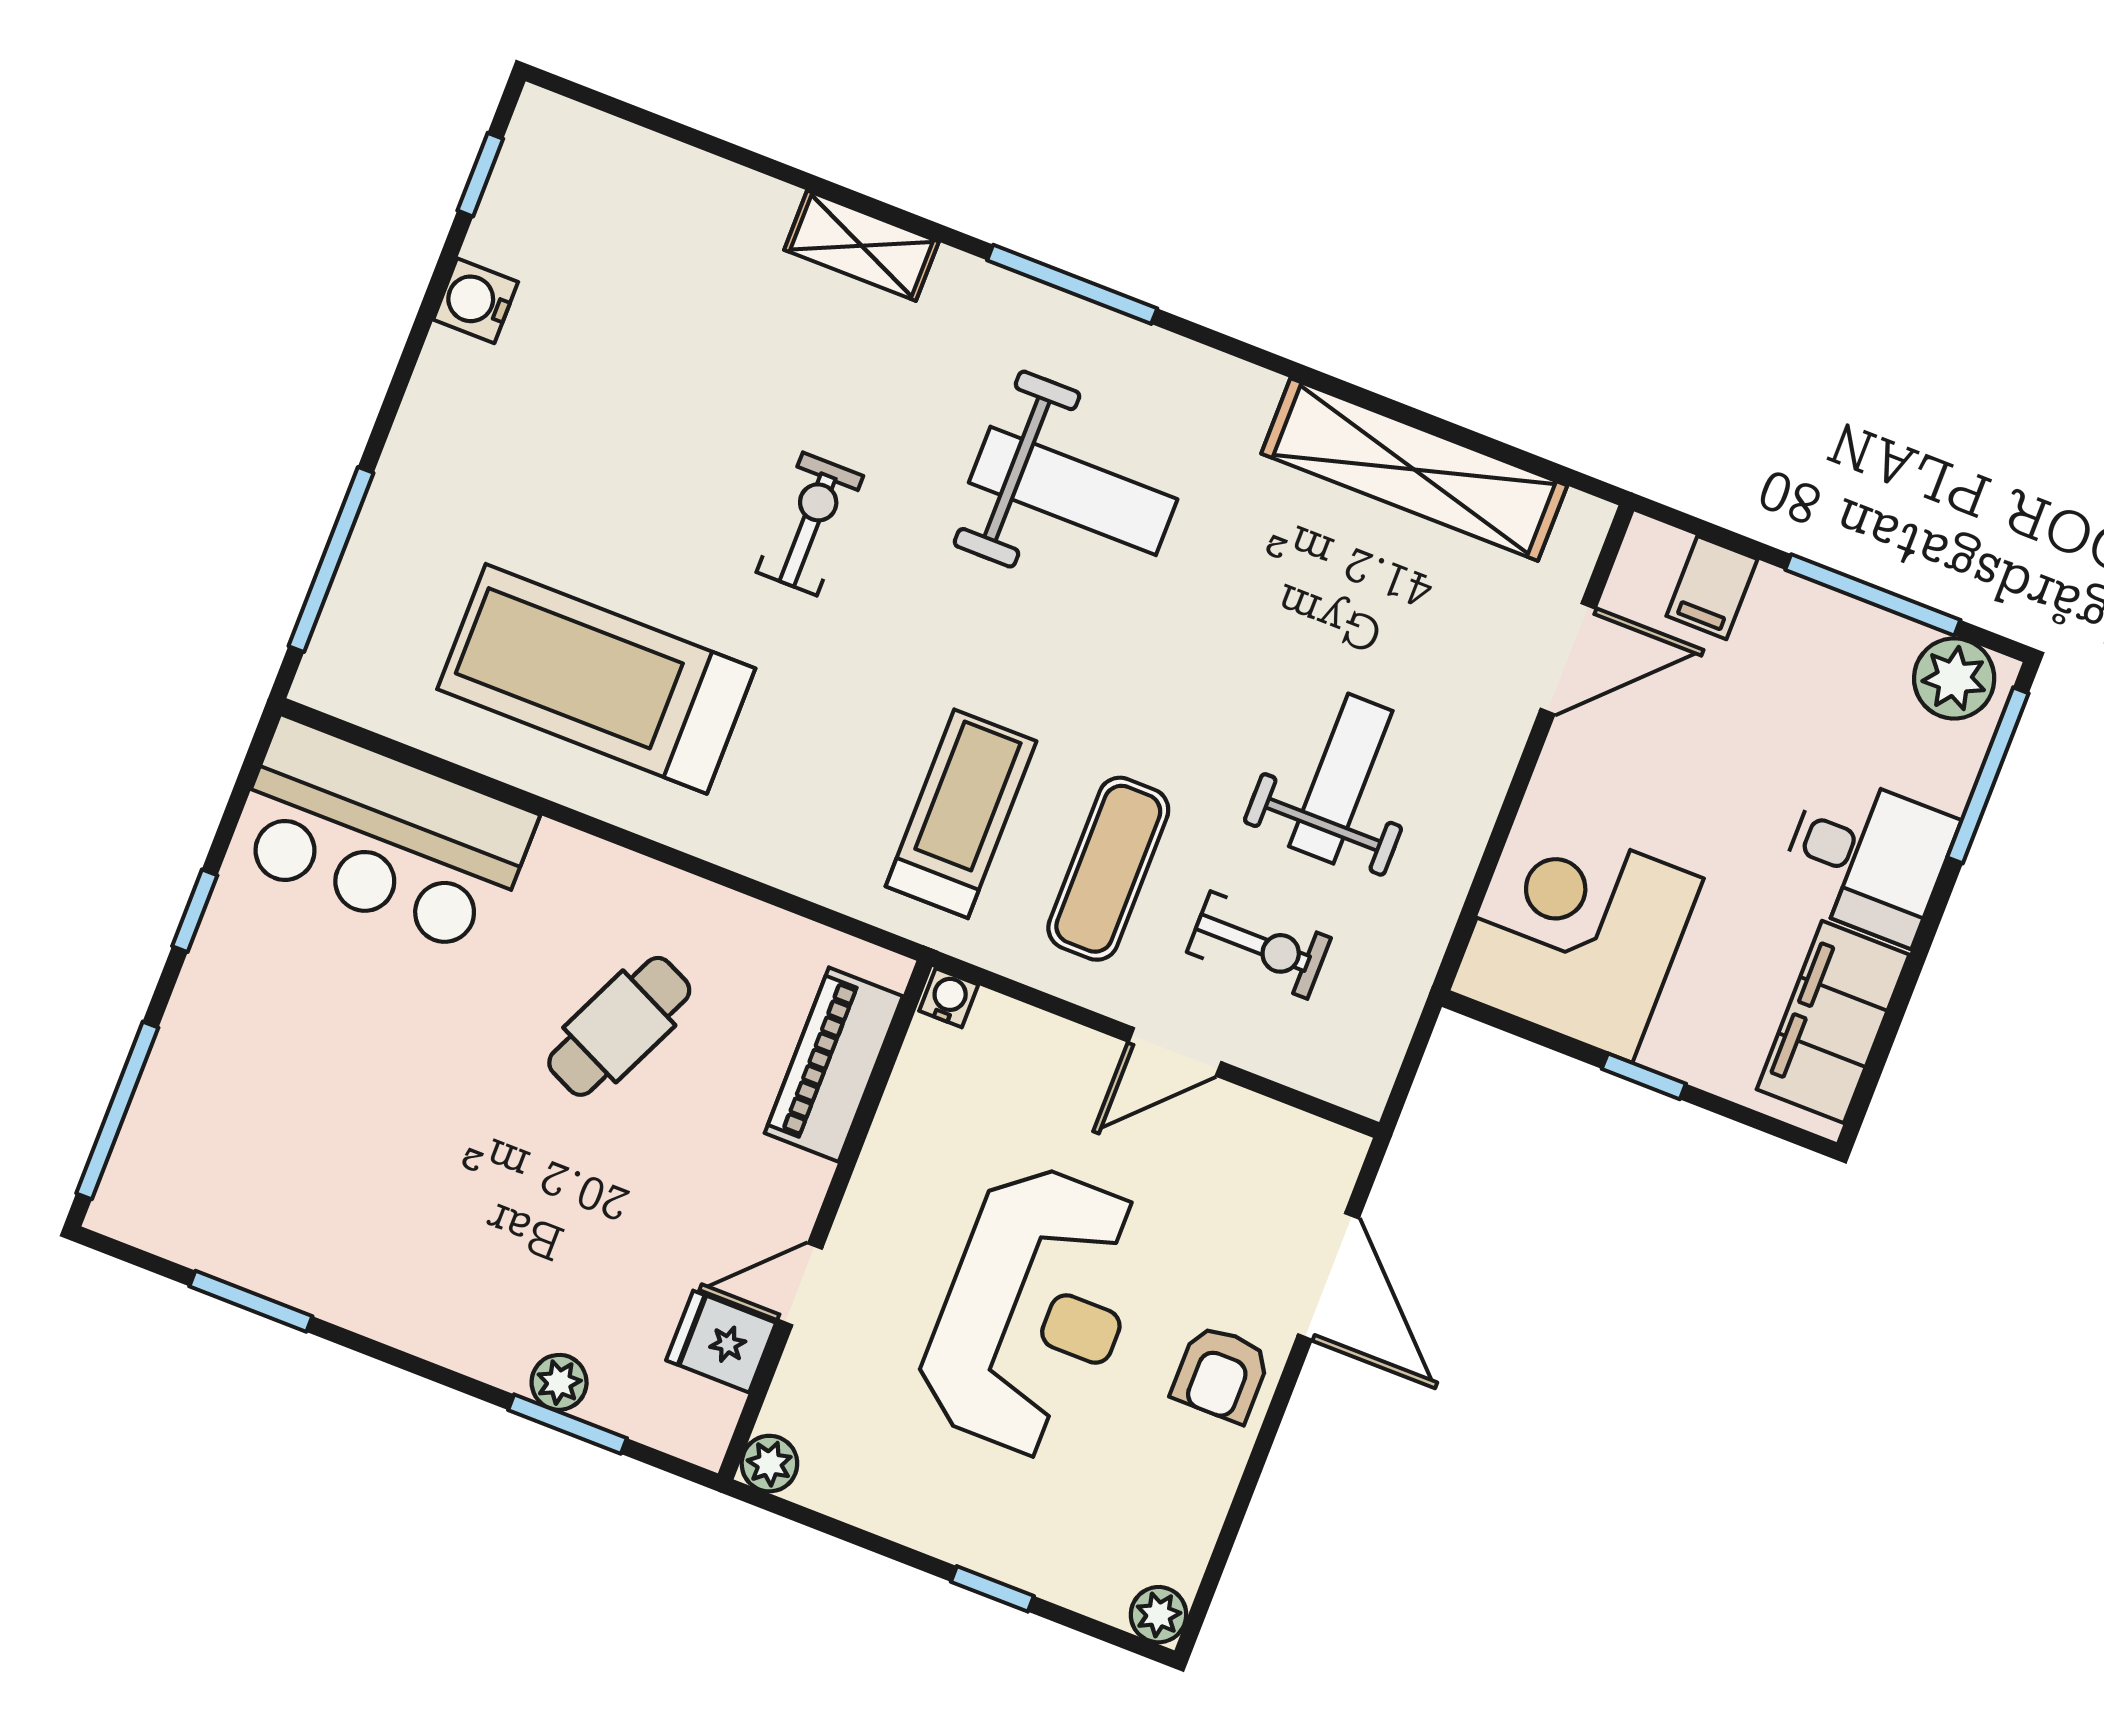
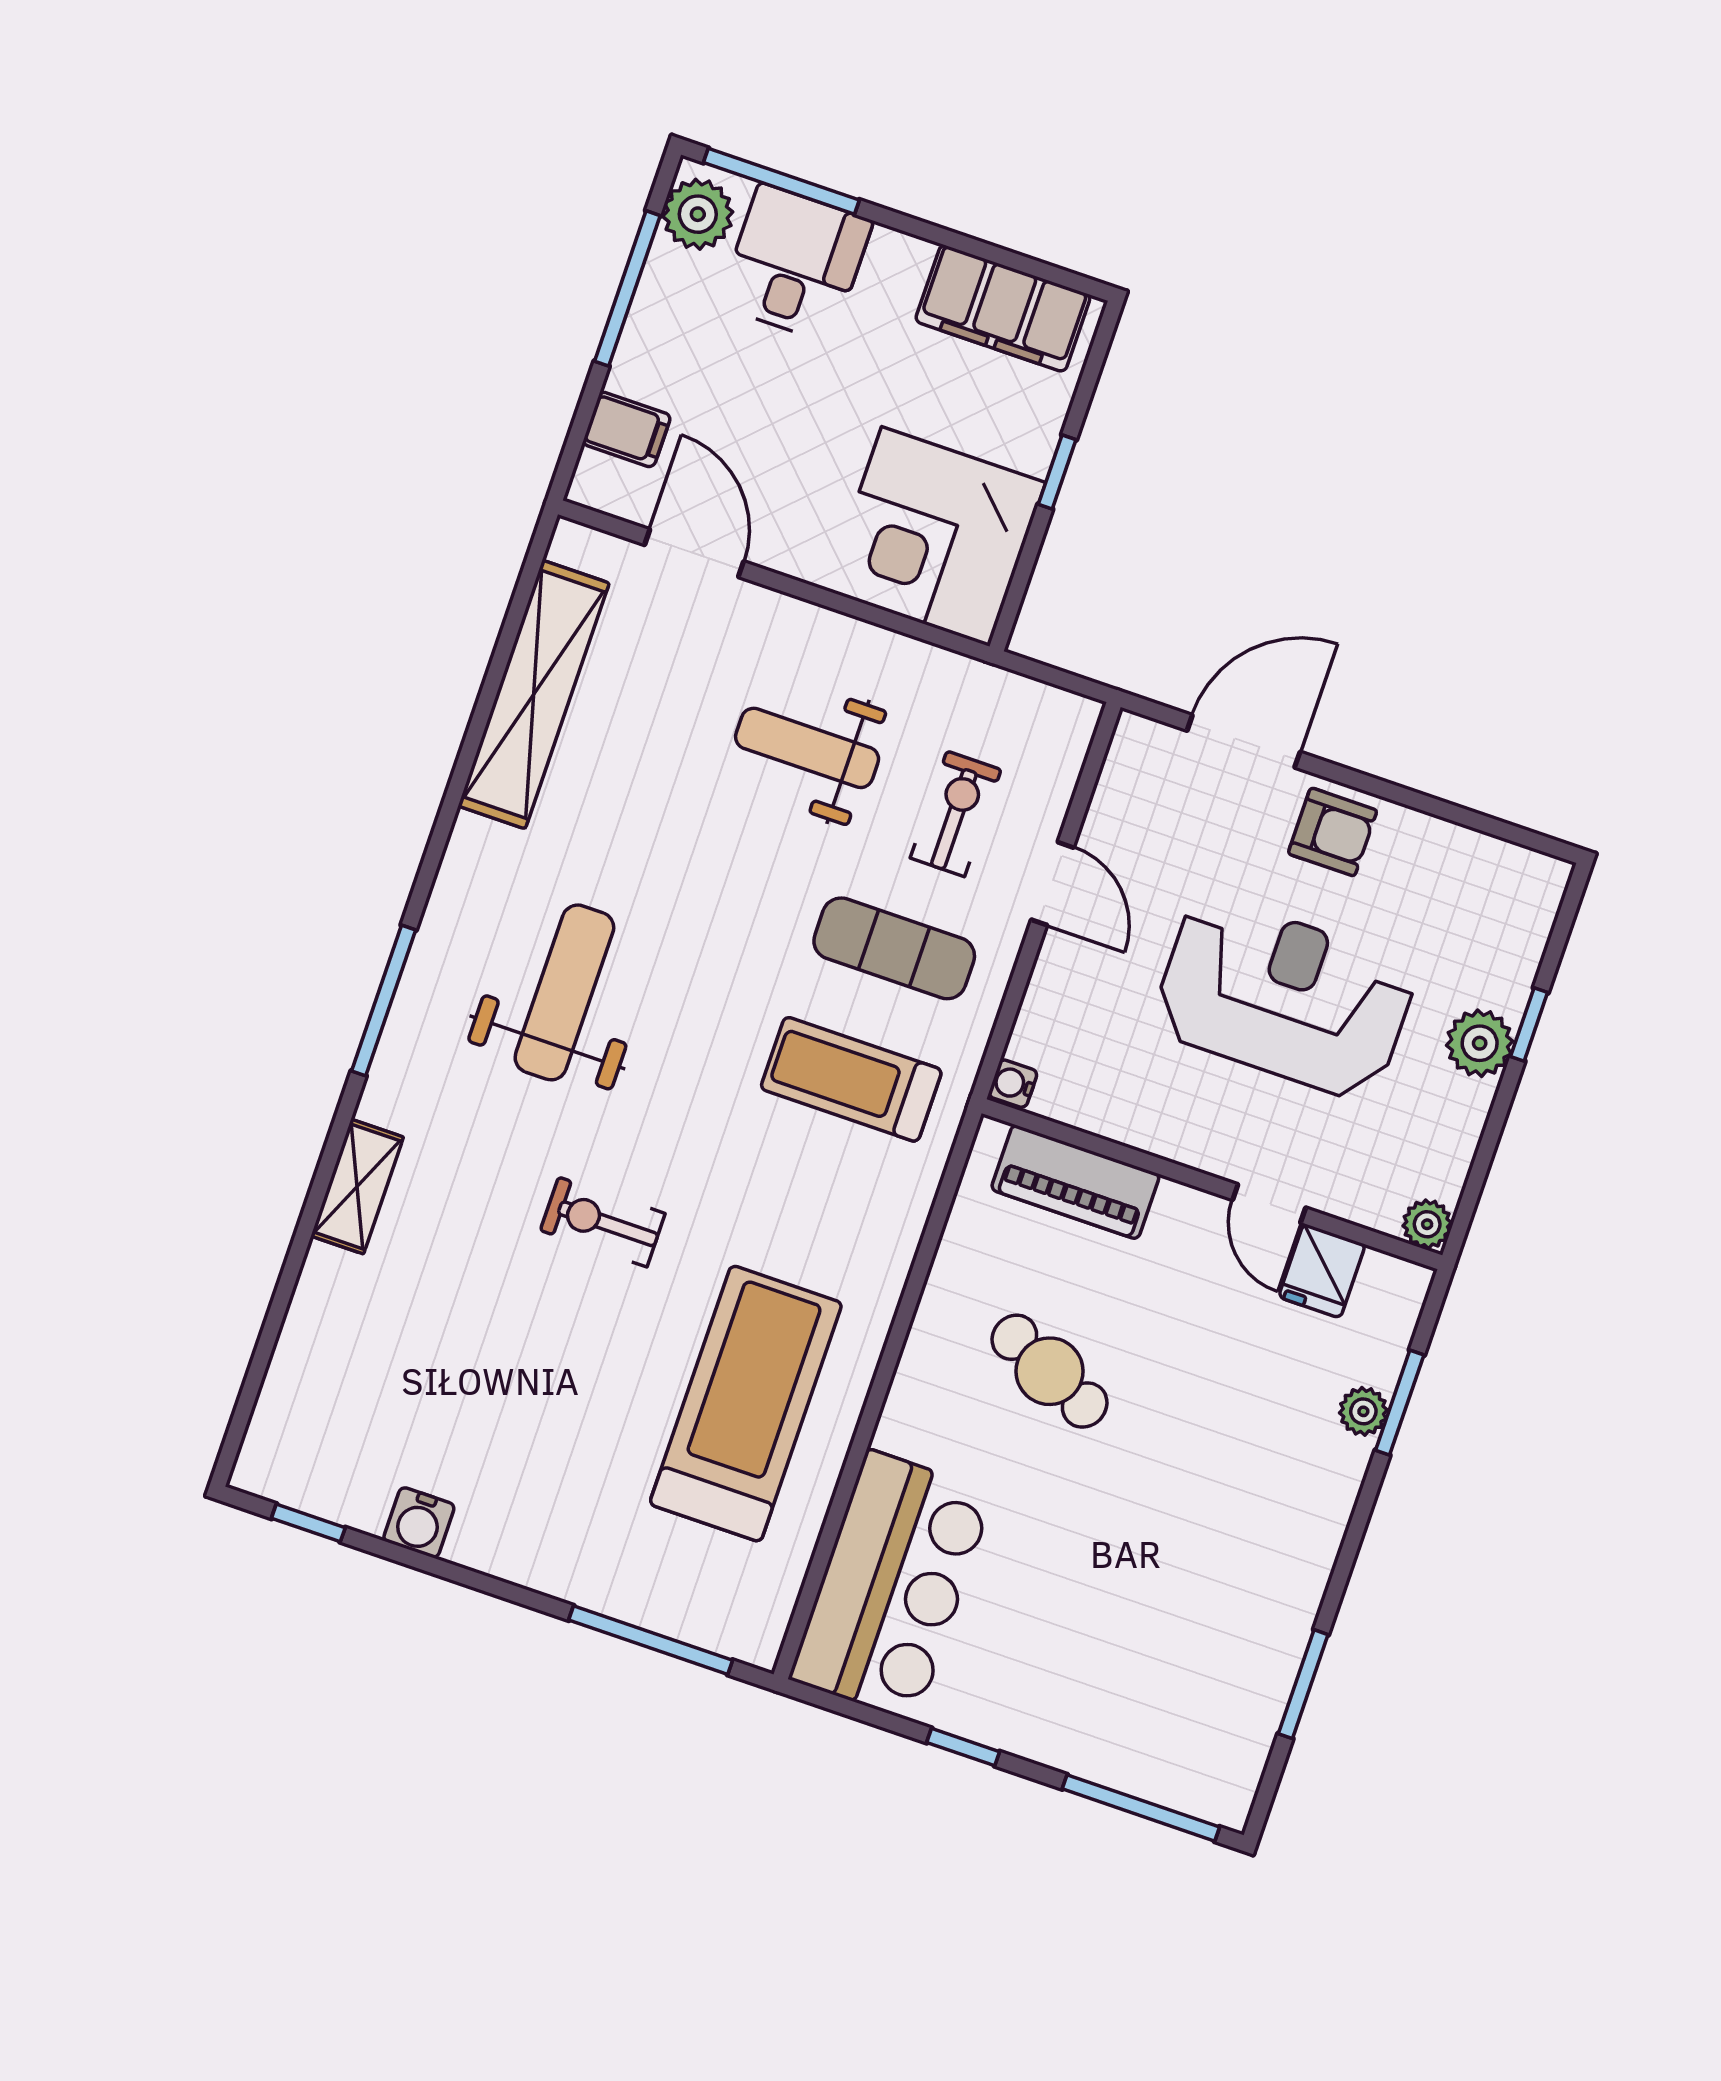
treadmill: (596, 679) -> (746, 1404), turned 180
desk: (1867, 858) -> (795, 263), moved
plant: (1159, 1615) -> (1480, 1043), moved, width x1.38, depth x1.38

